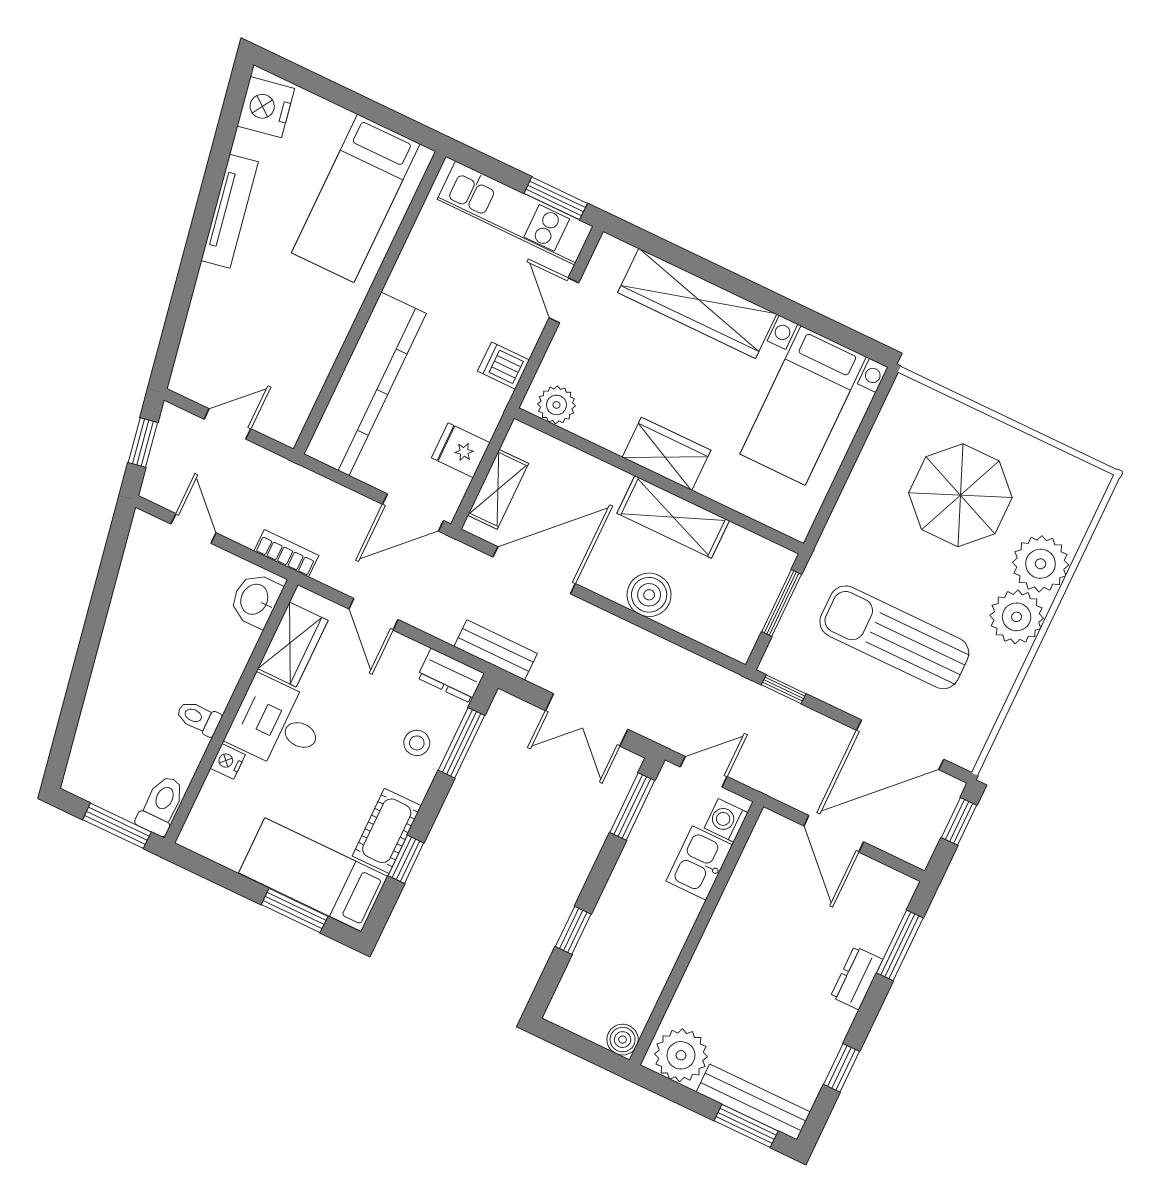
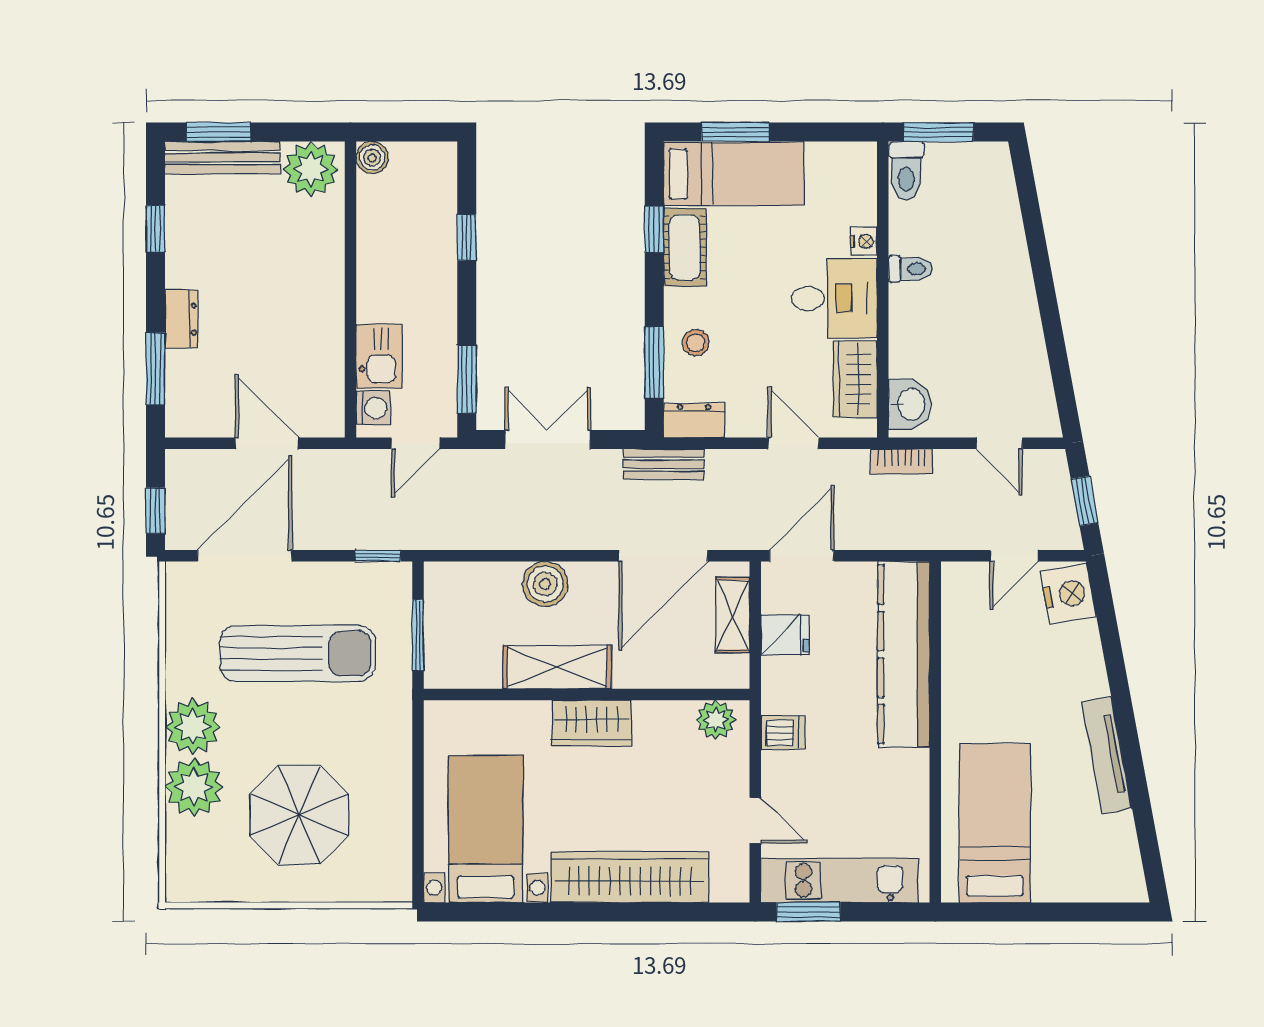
nightstand: (266, 107) -> (1068, 594), moved

